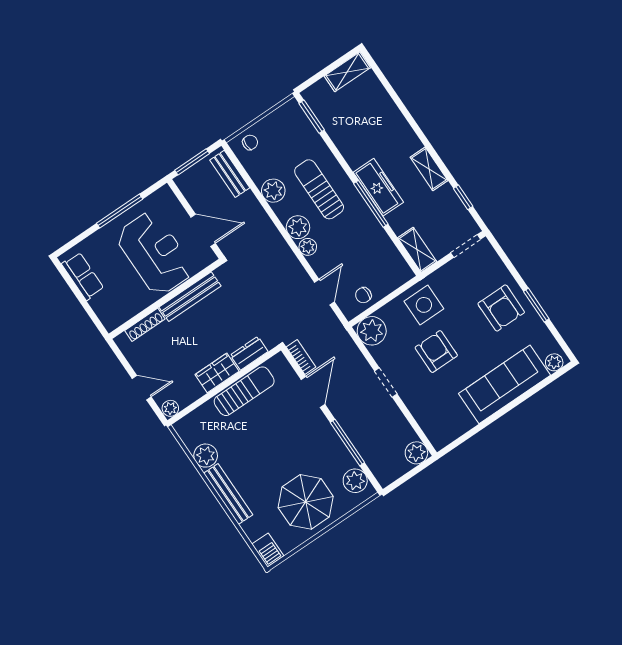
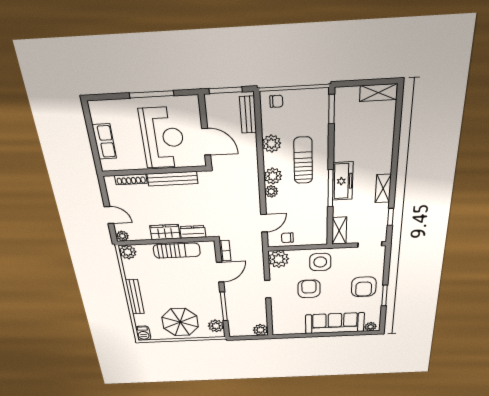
row of seats: (83, 276) -> (104, 142), moved
plant: (206, 456) -> (128, 252), moved

